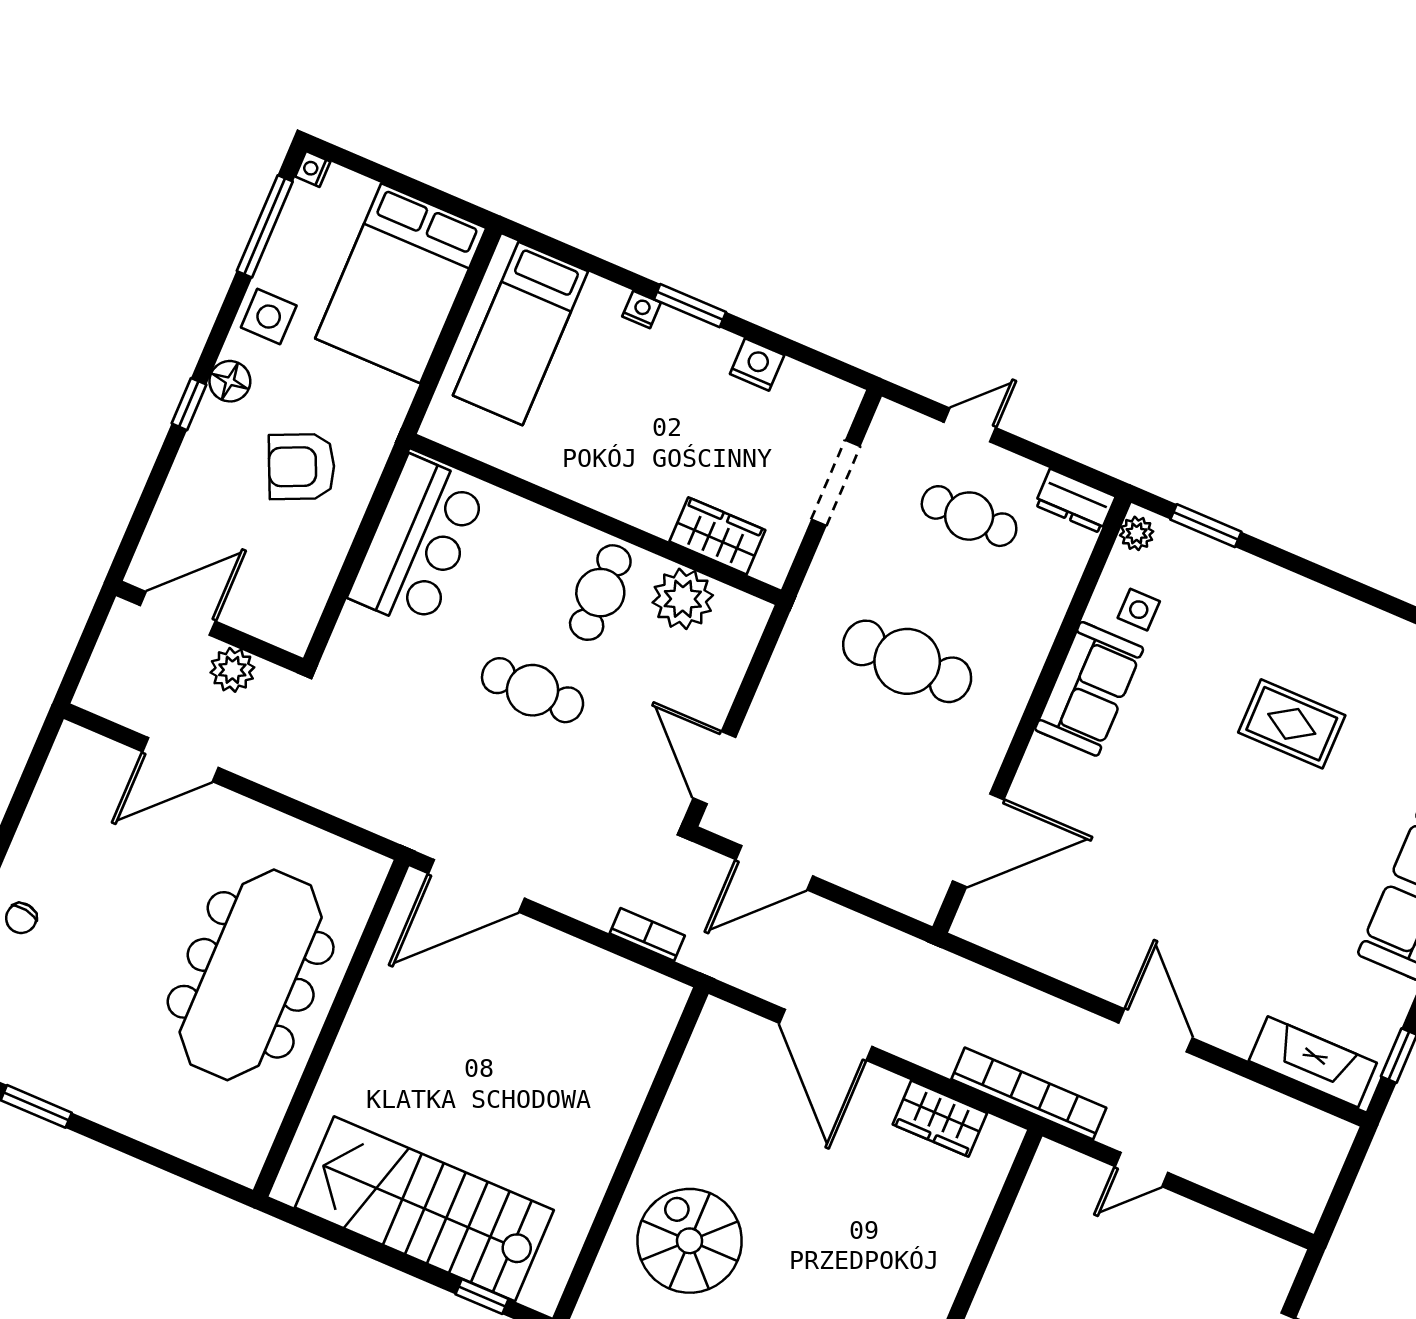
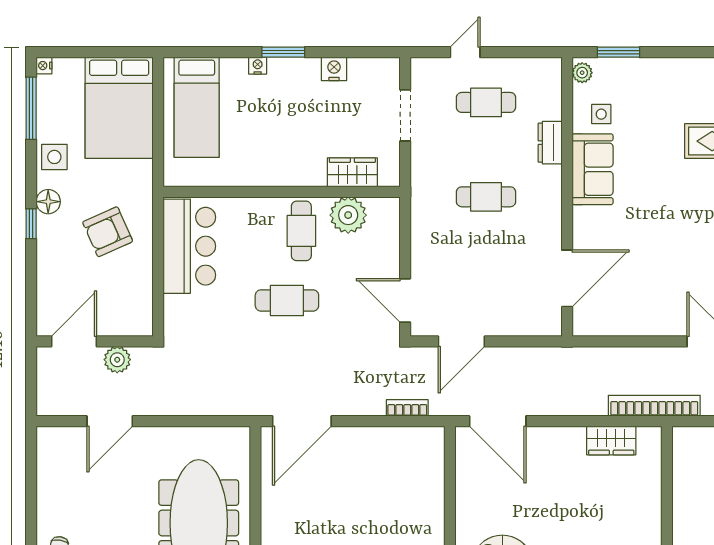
dresser: (1075, 501) -> (550, 143), moved, turned 90
cafe table: (907, 661) -> (486, 197), width x0.73, depth x0.74
door: (826, 1035) -> (498, 421), moved

